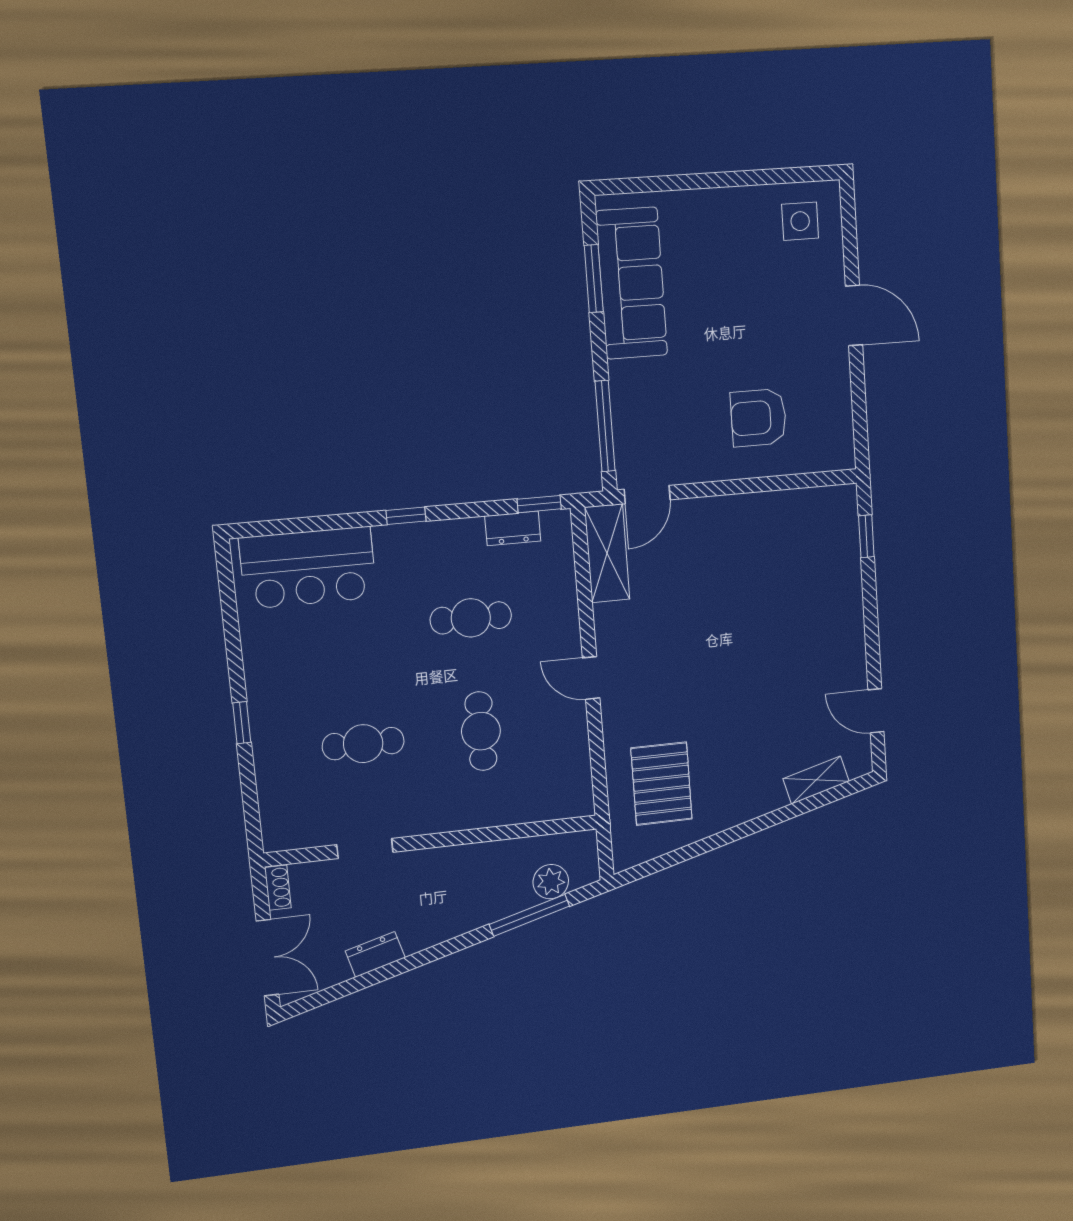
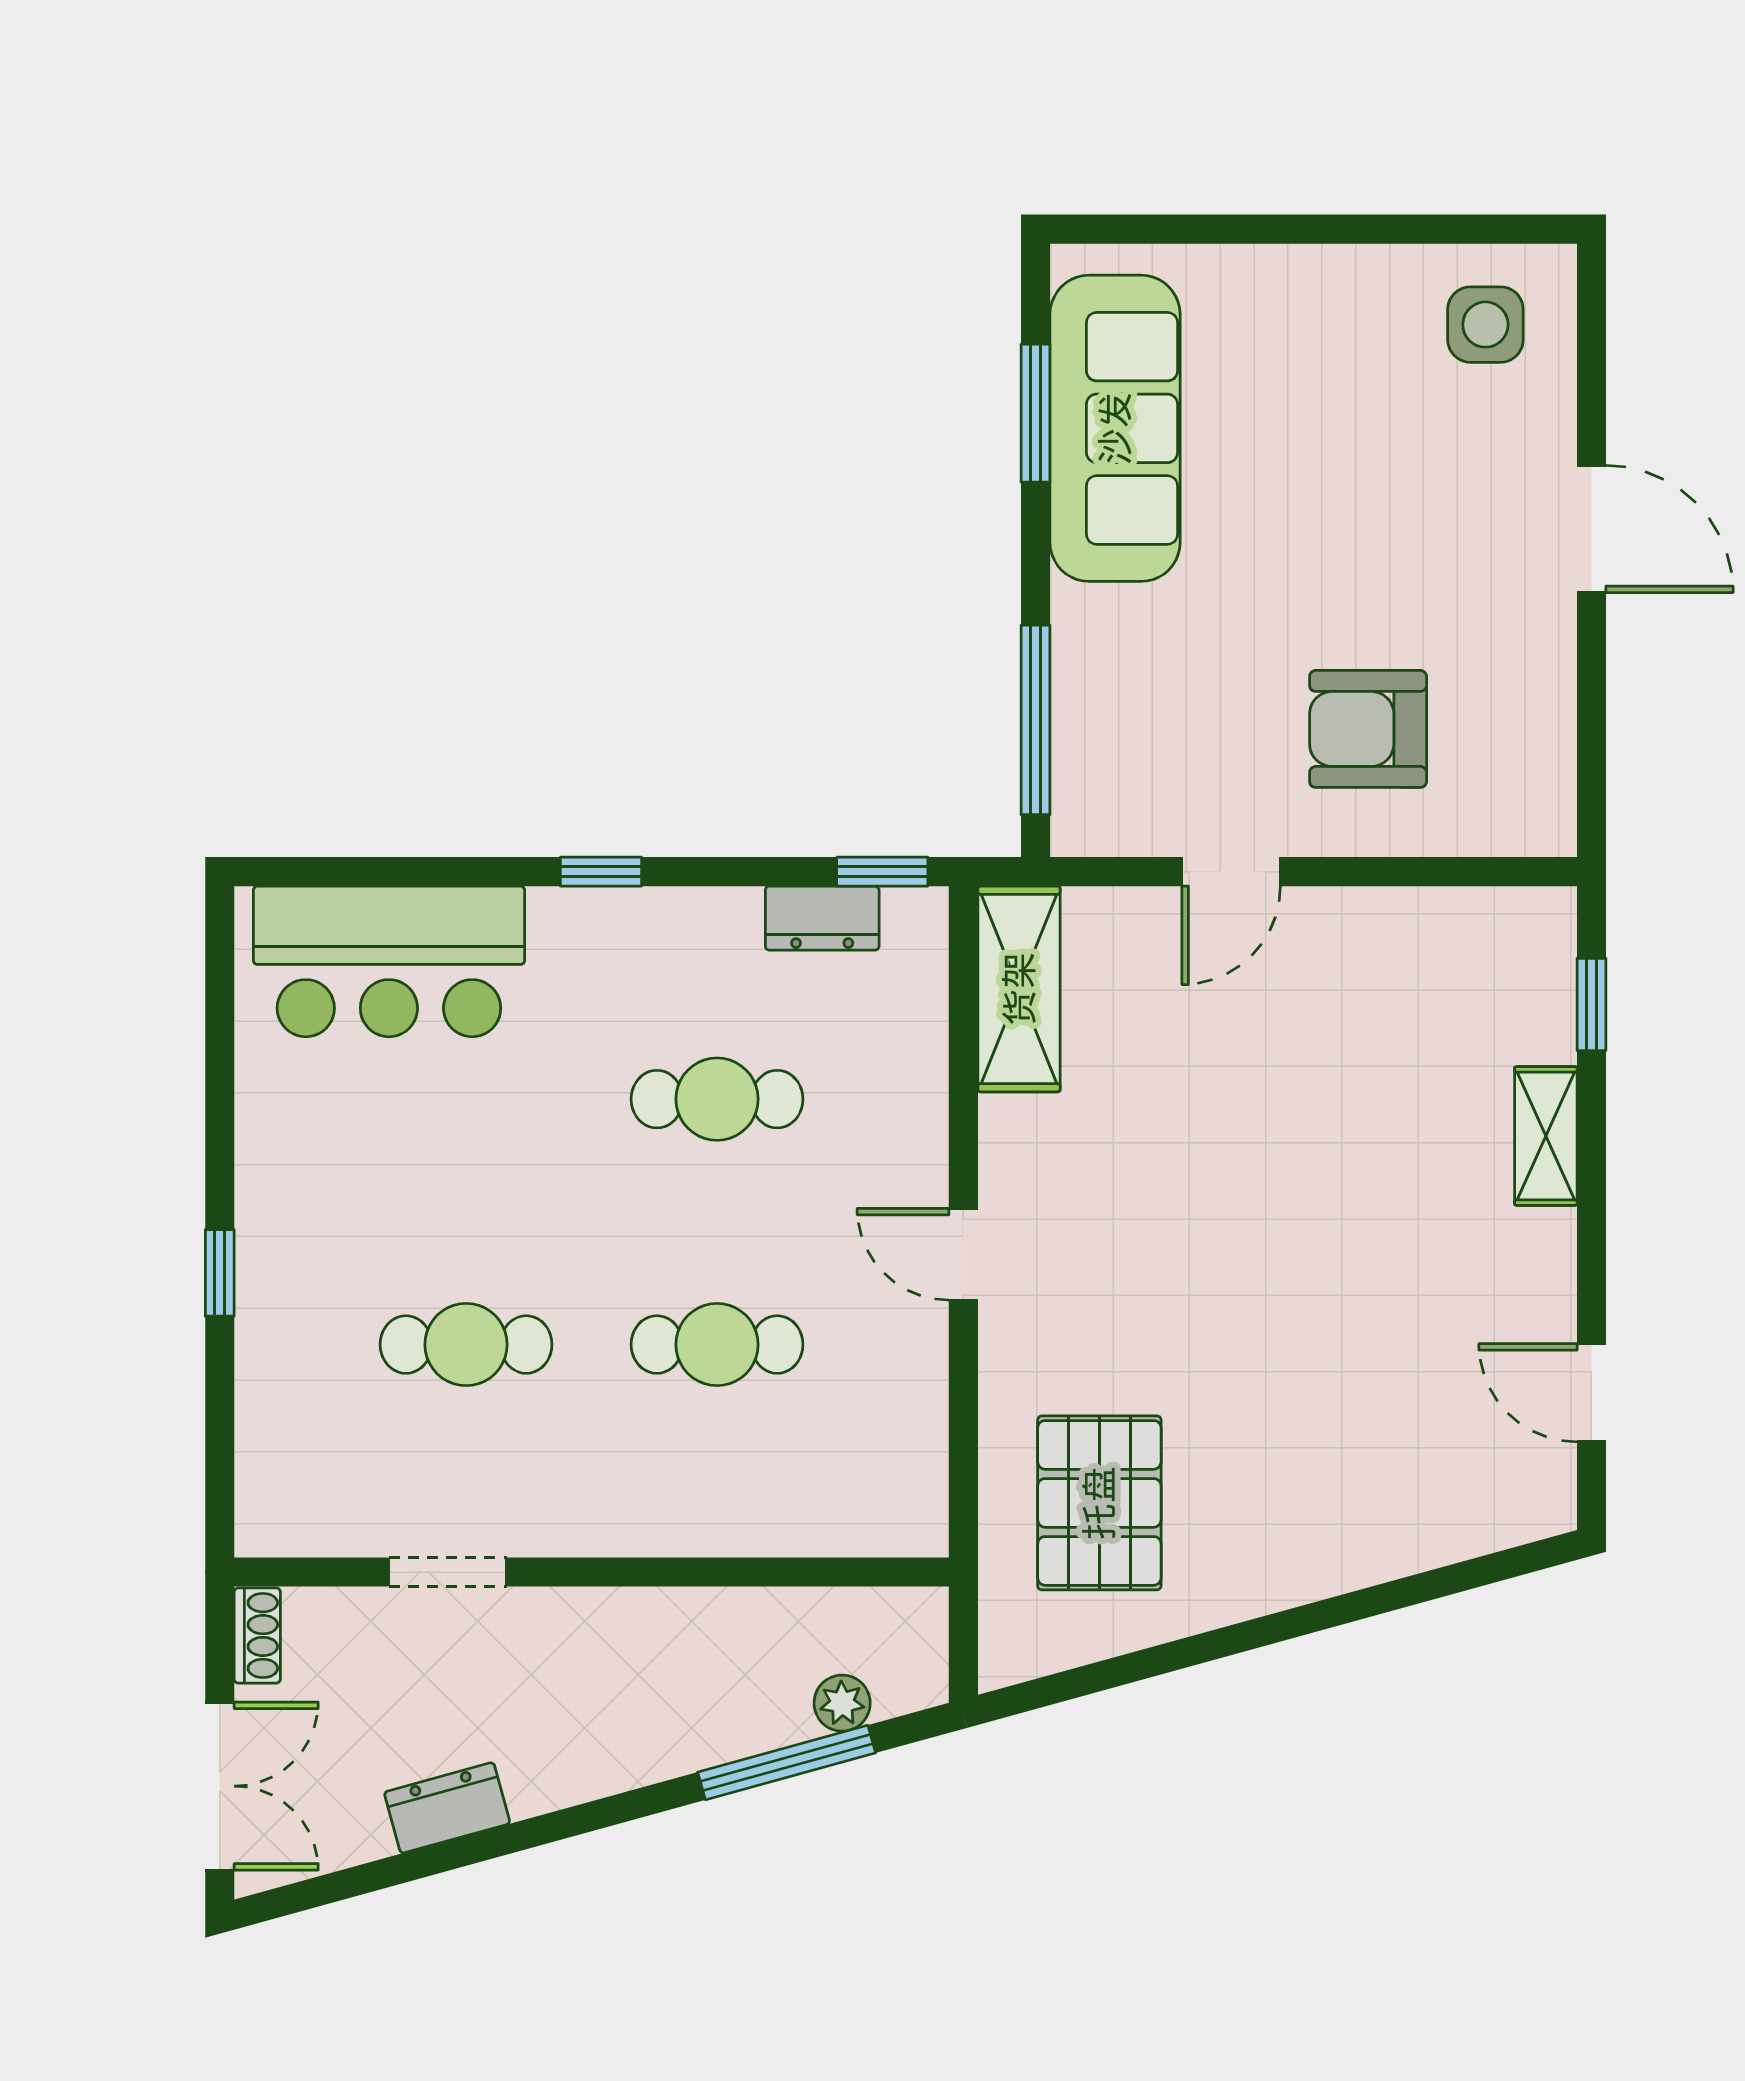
door: (647, 495) -> (1231, 872), moved
cafe table: (481, 731) -> (717, 1345), turned 90
shelving: (816, 780) -> (1546, 1136), moved, turned -75
plant: (551, 882) -> (842, 1703), width x0.73, depth x0.73

